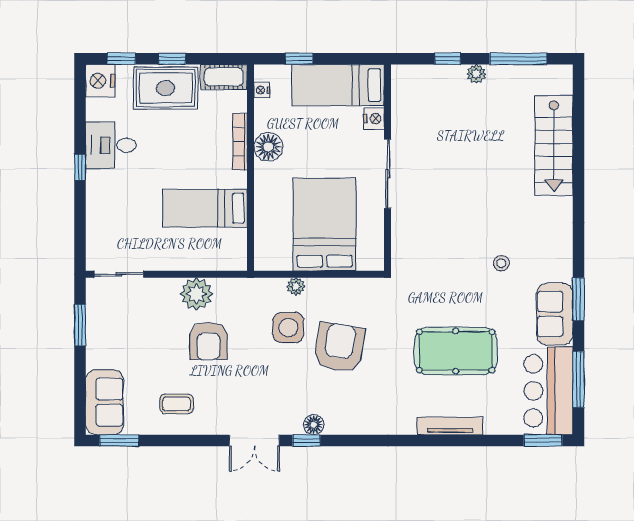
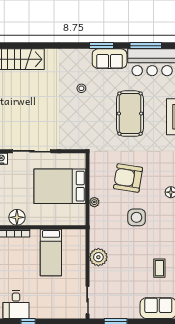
side table: (288, 328) -> (137, 217), moved
armchair: (208, 341) -> (125, 251), removed

